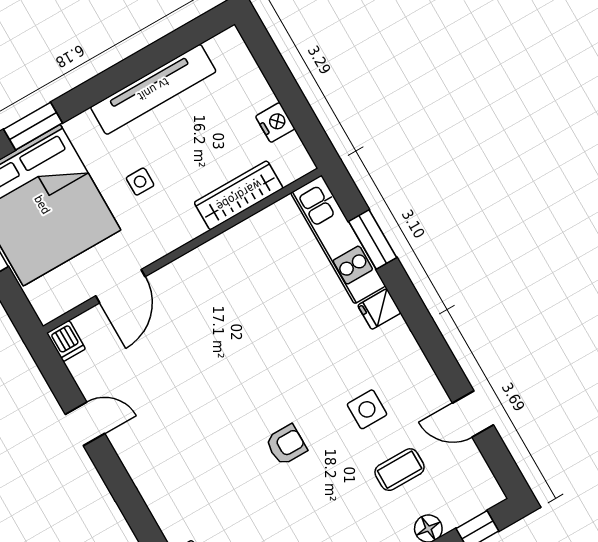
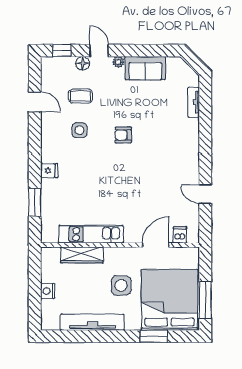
nightstand: (275, 122) -> (48, 291), moved
side table: (140, 182) -> (121, 285), width x1.87, depth x1.87
kitchen unit: (338, 239) -> (91, 234), moved, turned -90
dishwasher: (66, 341) -> (180, 235), moved

